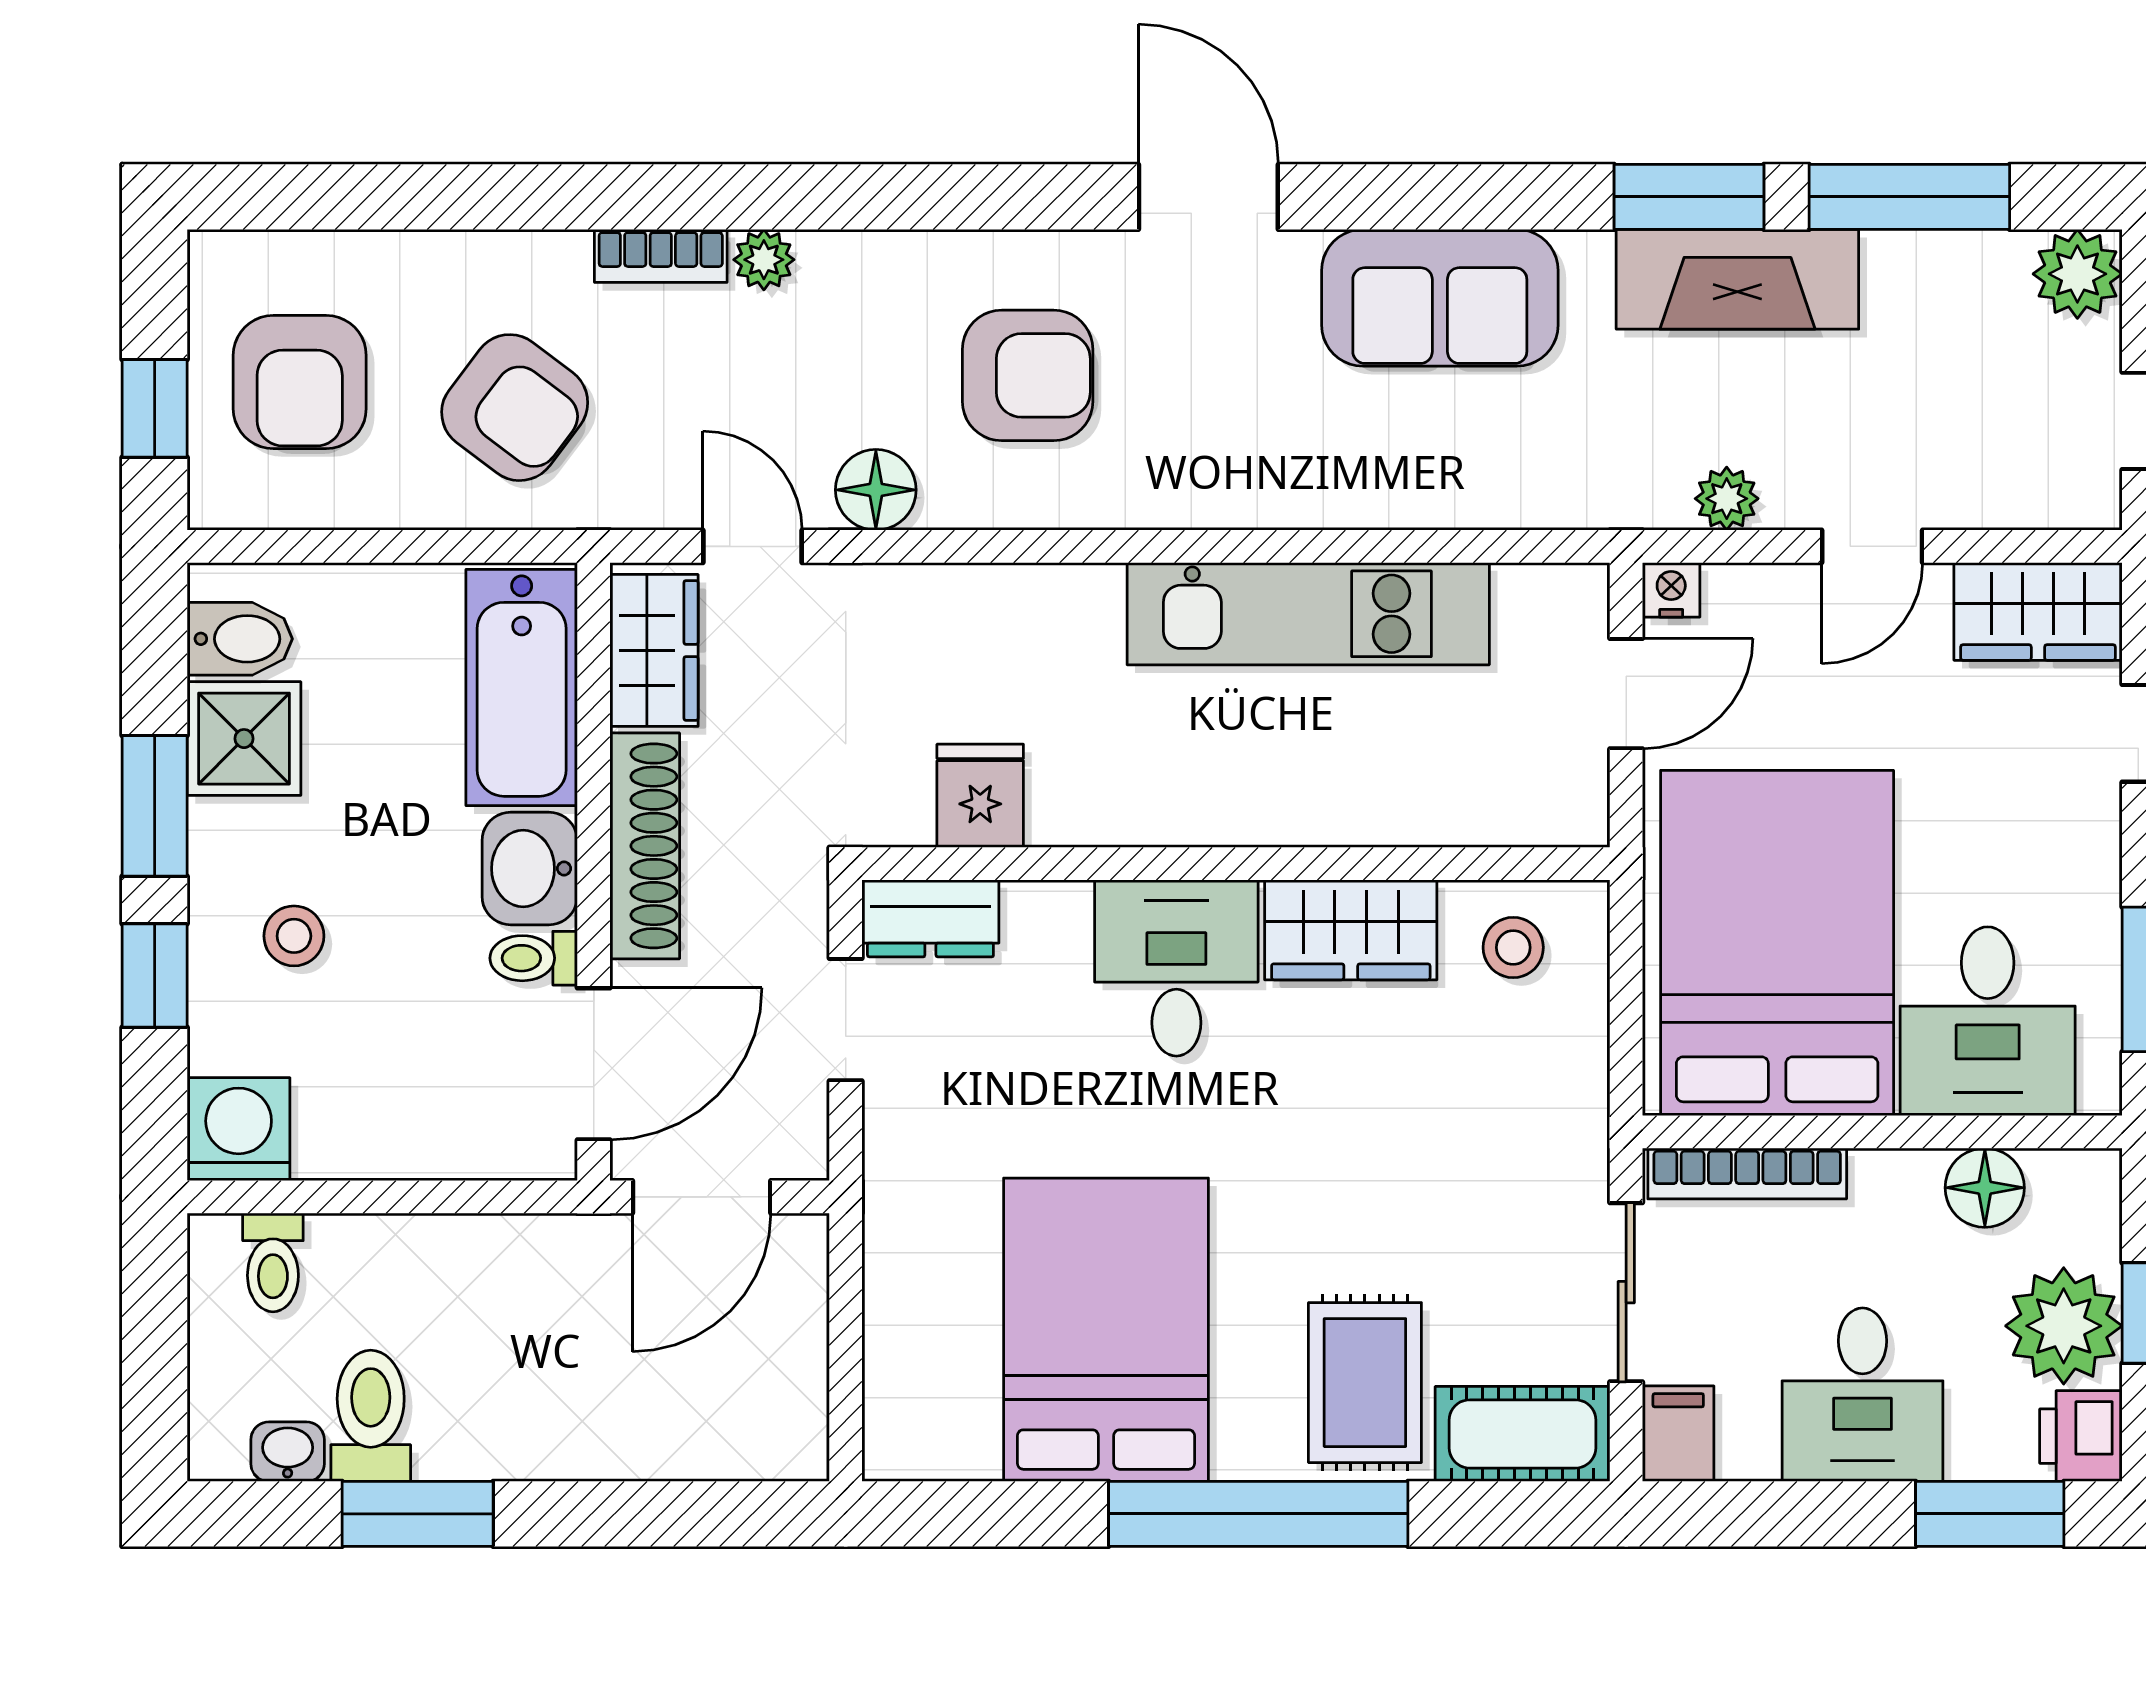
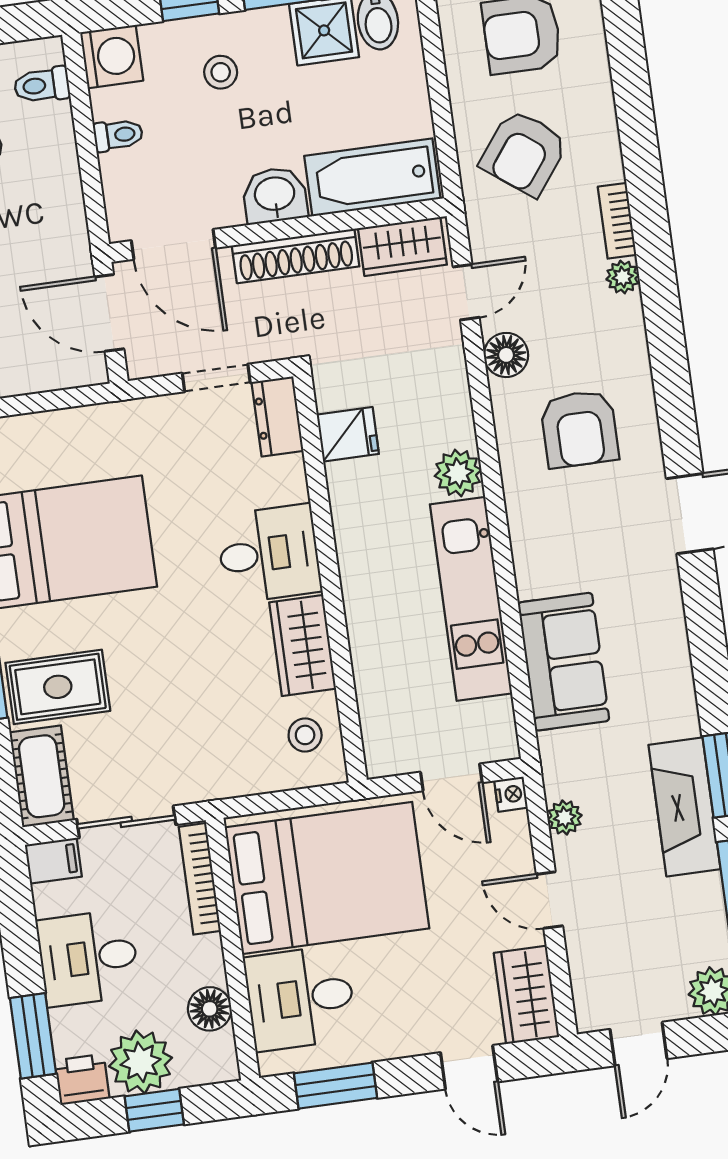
sofa: (1440, 298) -> (564, 662), moved, turned 180
plant: (1077, 606) -> (458, 473), added
toilet: (534, 958) -> (118, 135), moved, turned 90

